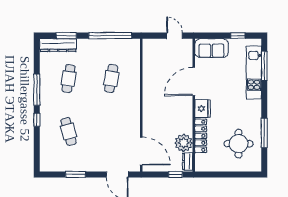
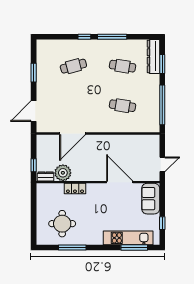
fridge: (203, 109) -> (95, 190), removed
locker: (201, 136) -> (75, 189), width x0.66
door: (141, 151) -> (73, 133), moved

